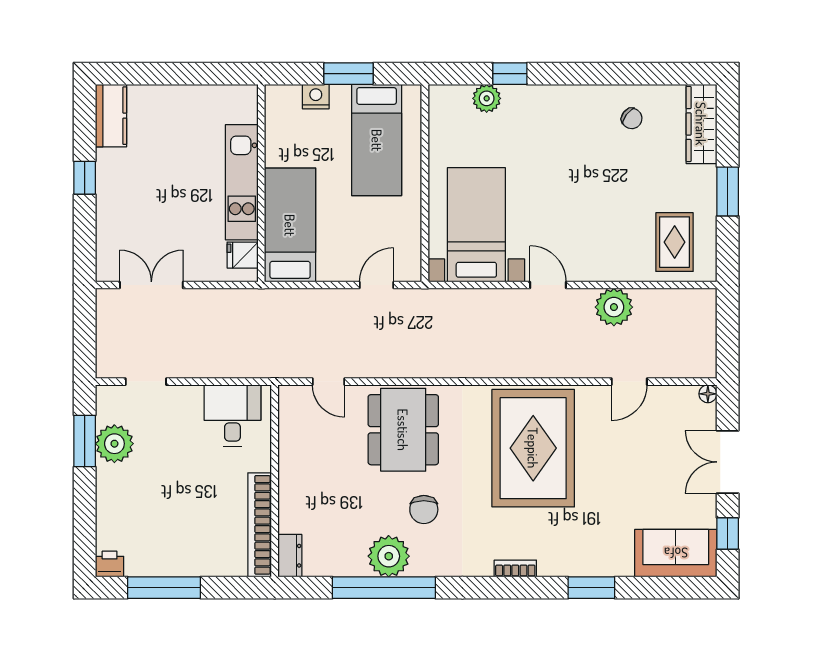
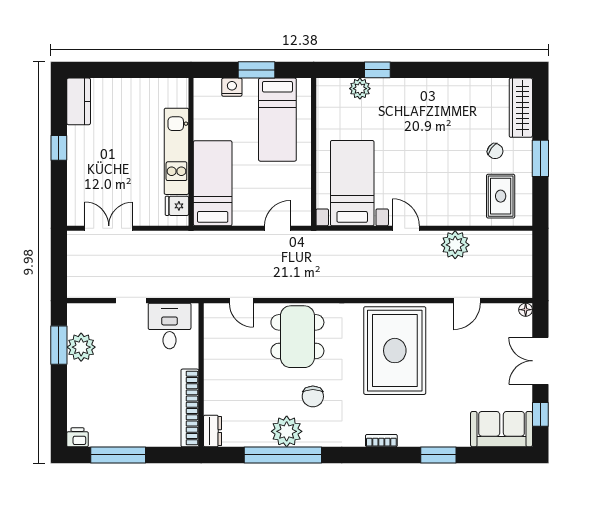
chair: (632, 118) -> (495, 151), moved
doorway: (146, 382) -> (131, 301), moved

